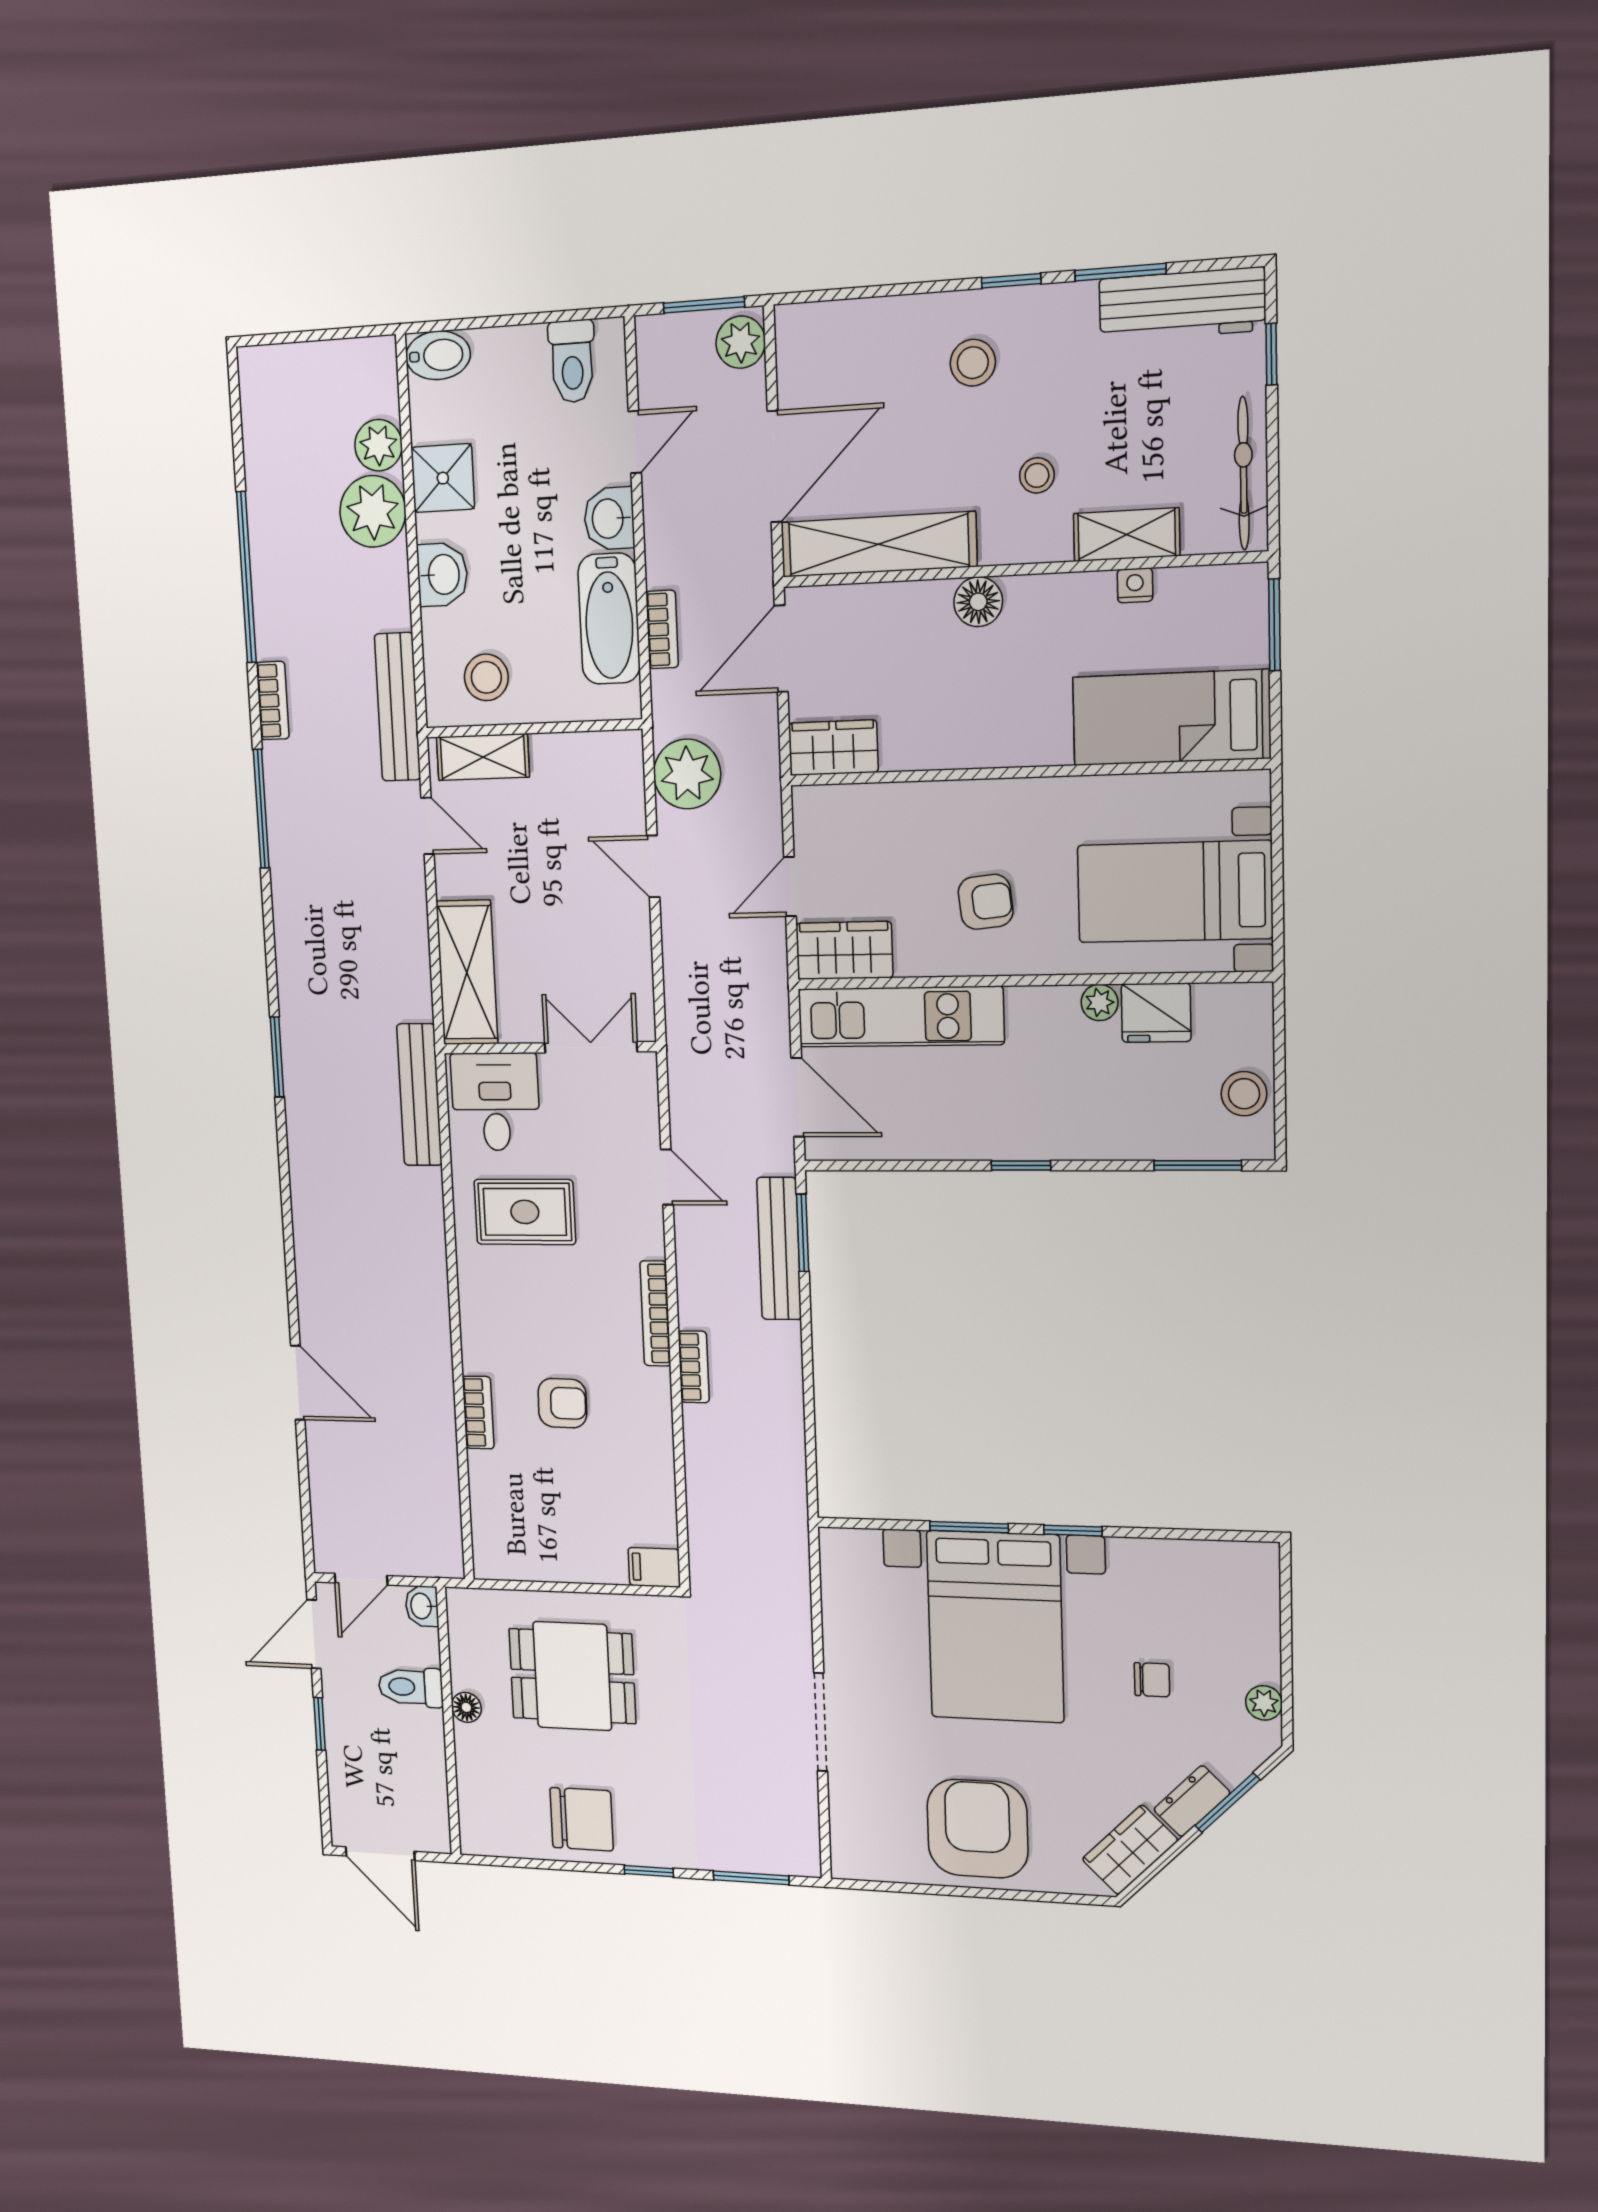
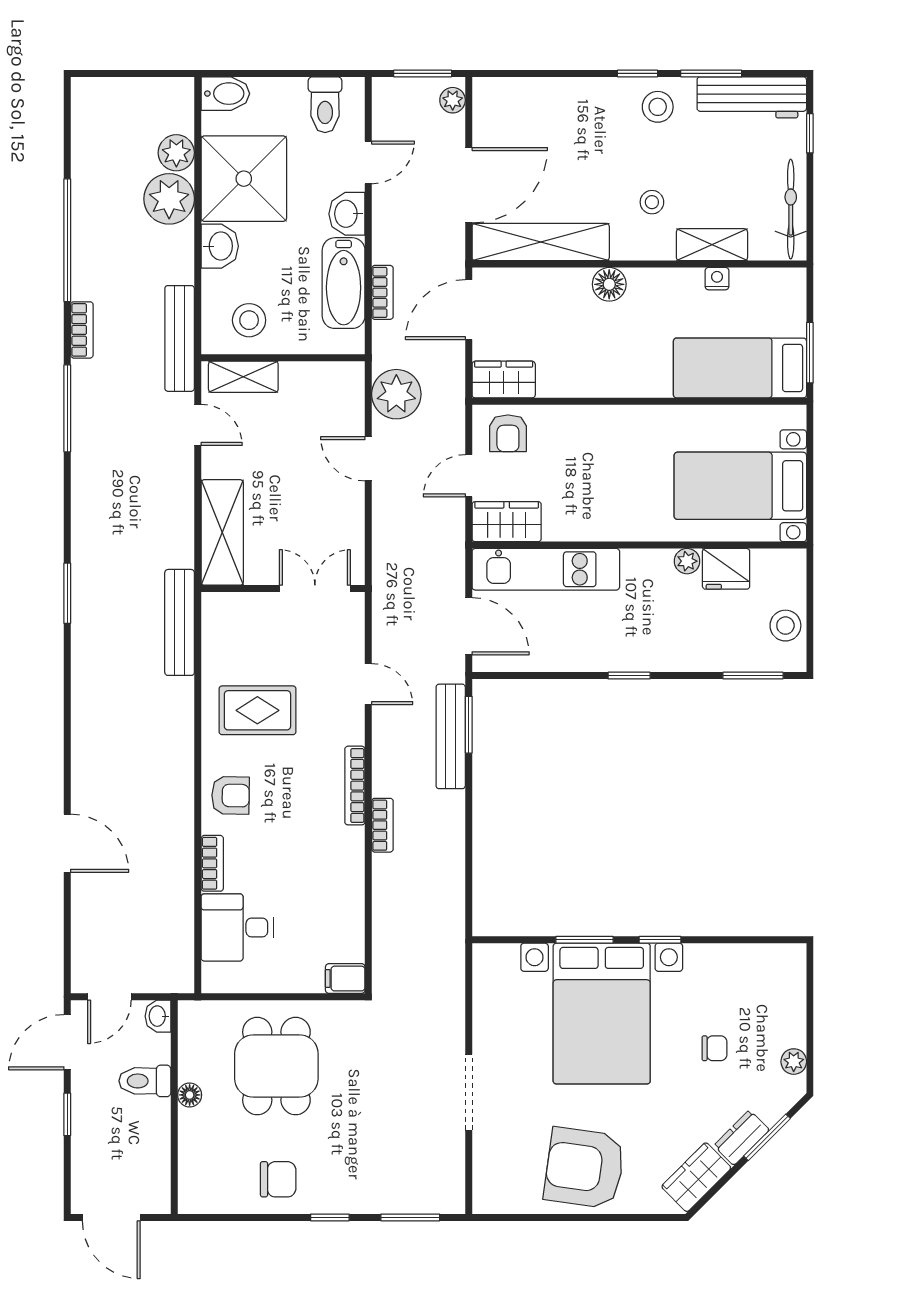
plant: (741, 342) -> (453, 100), width x0.73, depth x0.73
stool: (973, 363) -> (658, 107), moved
shower: (443, 478) -> (244, 179), width x1.86, depth x1.86
window: (1274, 625) -> (810, 353), moved
armchair: (986, 902) -> (508, 433), moved, turned 96
desk: (495, 1102) -> (237, 927), moved, turned -90
armchair: (562, 1403) -> (230, 795), moved
dining table: (572, 1676) -> (276, 1066), turned 90
chair: (582, 1819) -> (278, 1179), width x0.73, depth x0.73
armchair: (978, 1829) -> (584, 1168), turned -82

